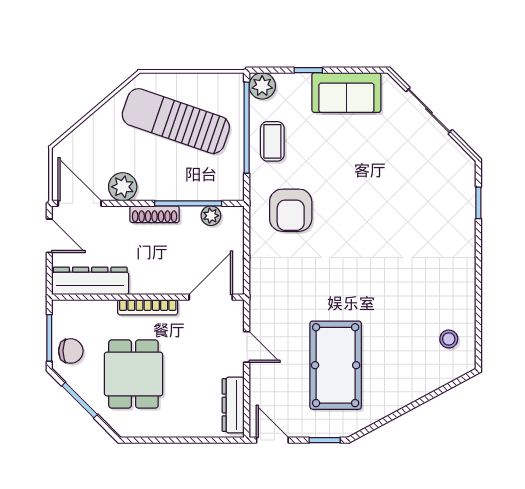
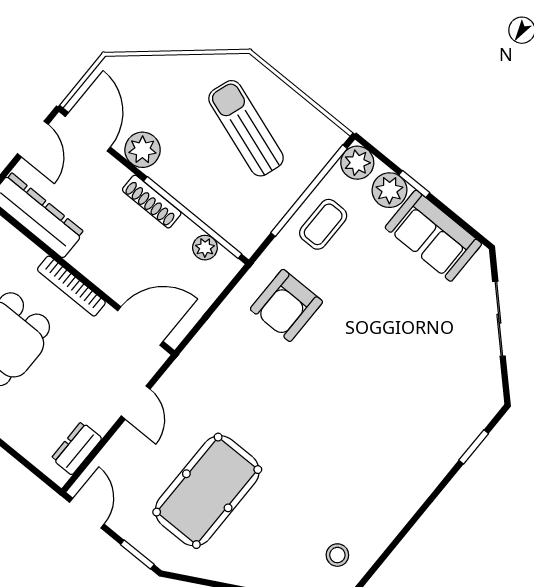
plant: (296, 87) -> (389, 190), added
sun lounger: (176, 121) -> (246, 128), width x0.73, depth x0.75
window: (188, 203) -> (193, 218), width x1.46
dresser: (233, 405) -> (77, 448), width x0.70

